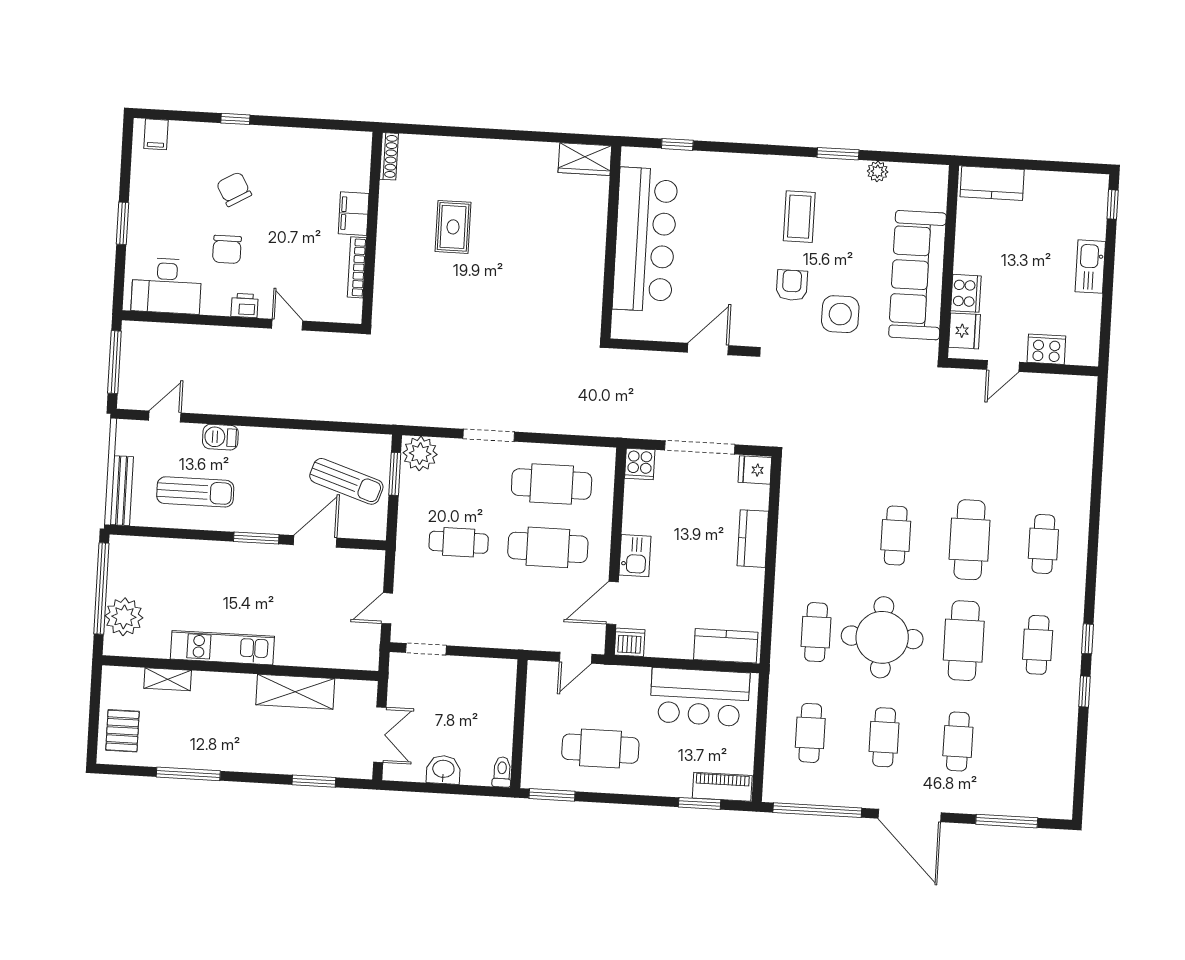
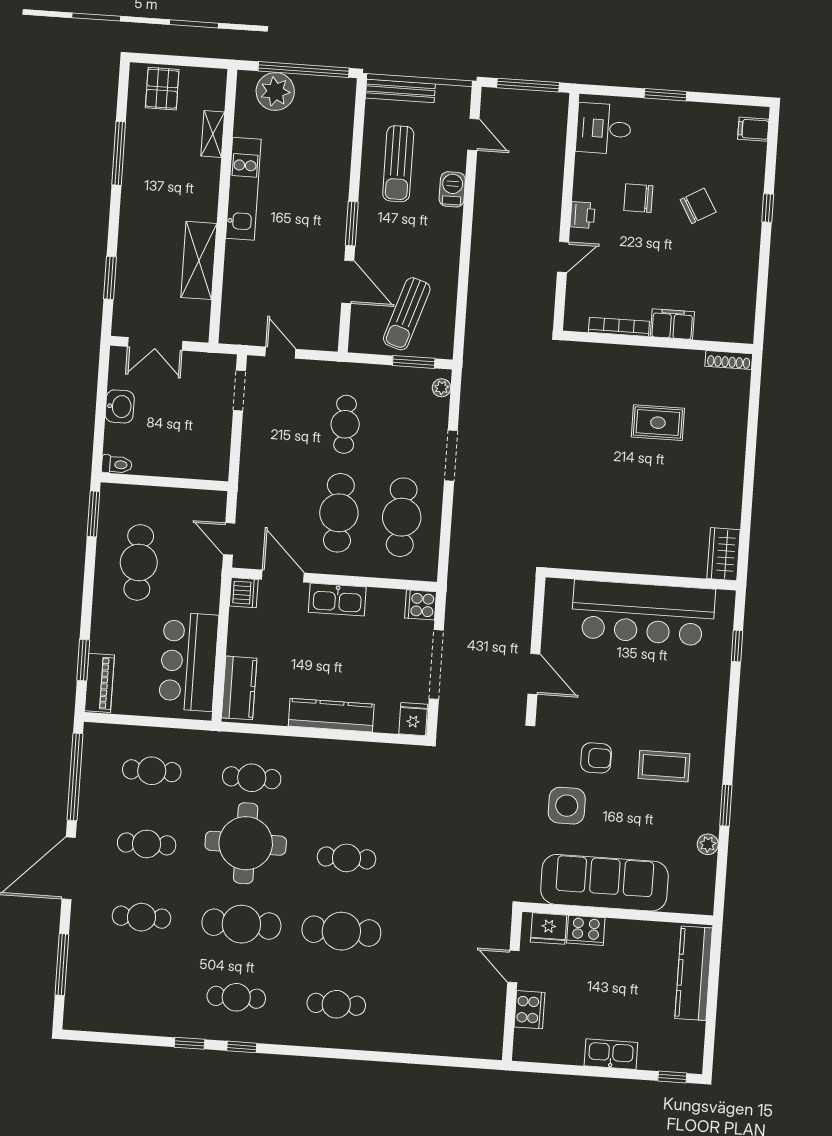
kitchen counter: (992, 183) -> (694, 973), width x1.50
desk: (167, 286) -> (604, 129), width x0.73
plant: (420, 454) -> (442, 388), width x0.53, depth x0.53
kitchen counter: (753, 539) -> (331, 715), width x1.50
kitchen sink: (635, 556) -> (337, 600), width x1.38
pallet: (122, 731) -> (162, 89), turned 90

